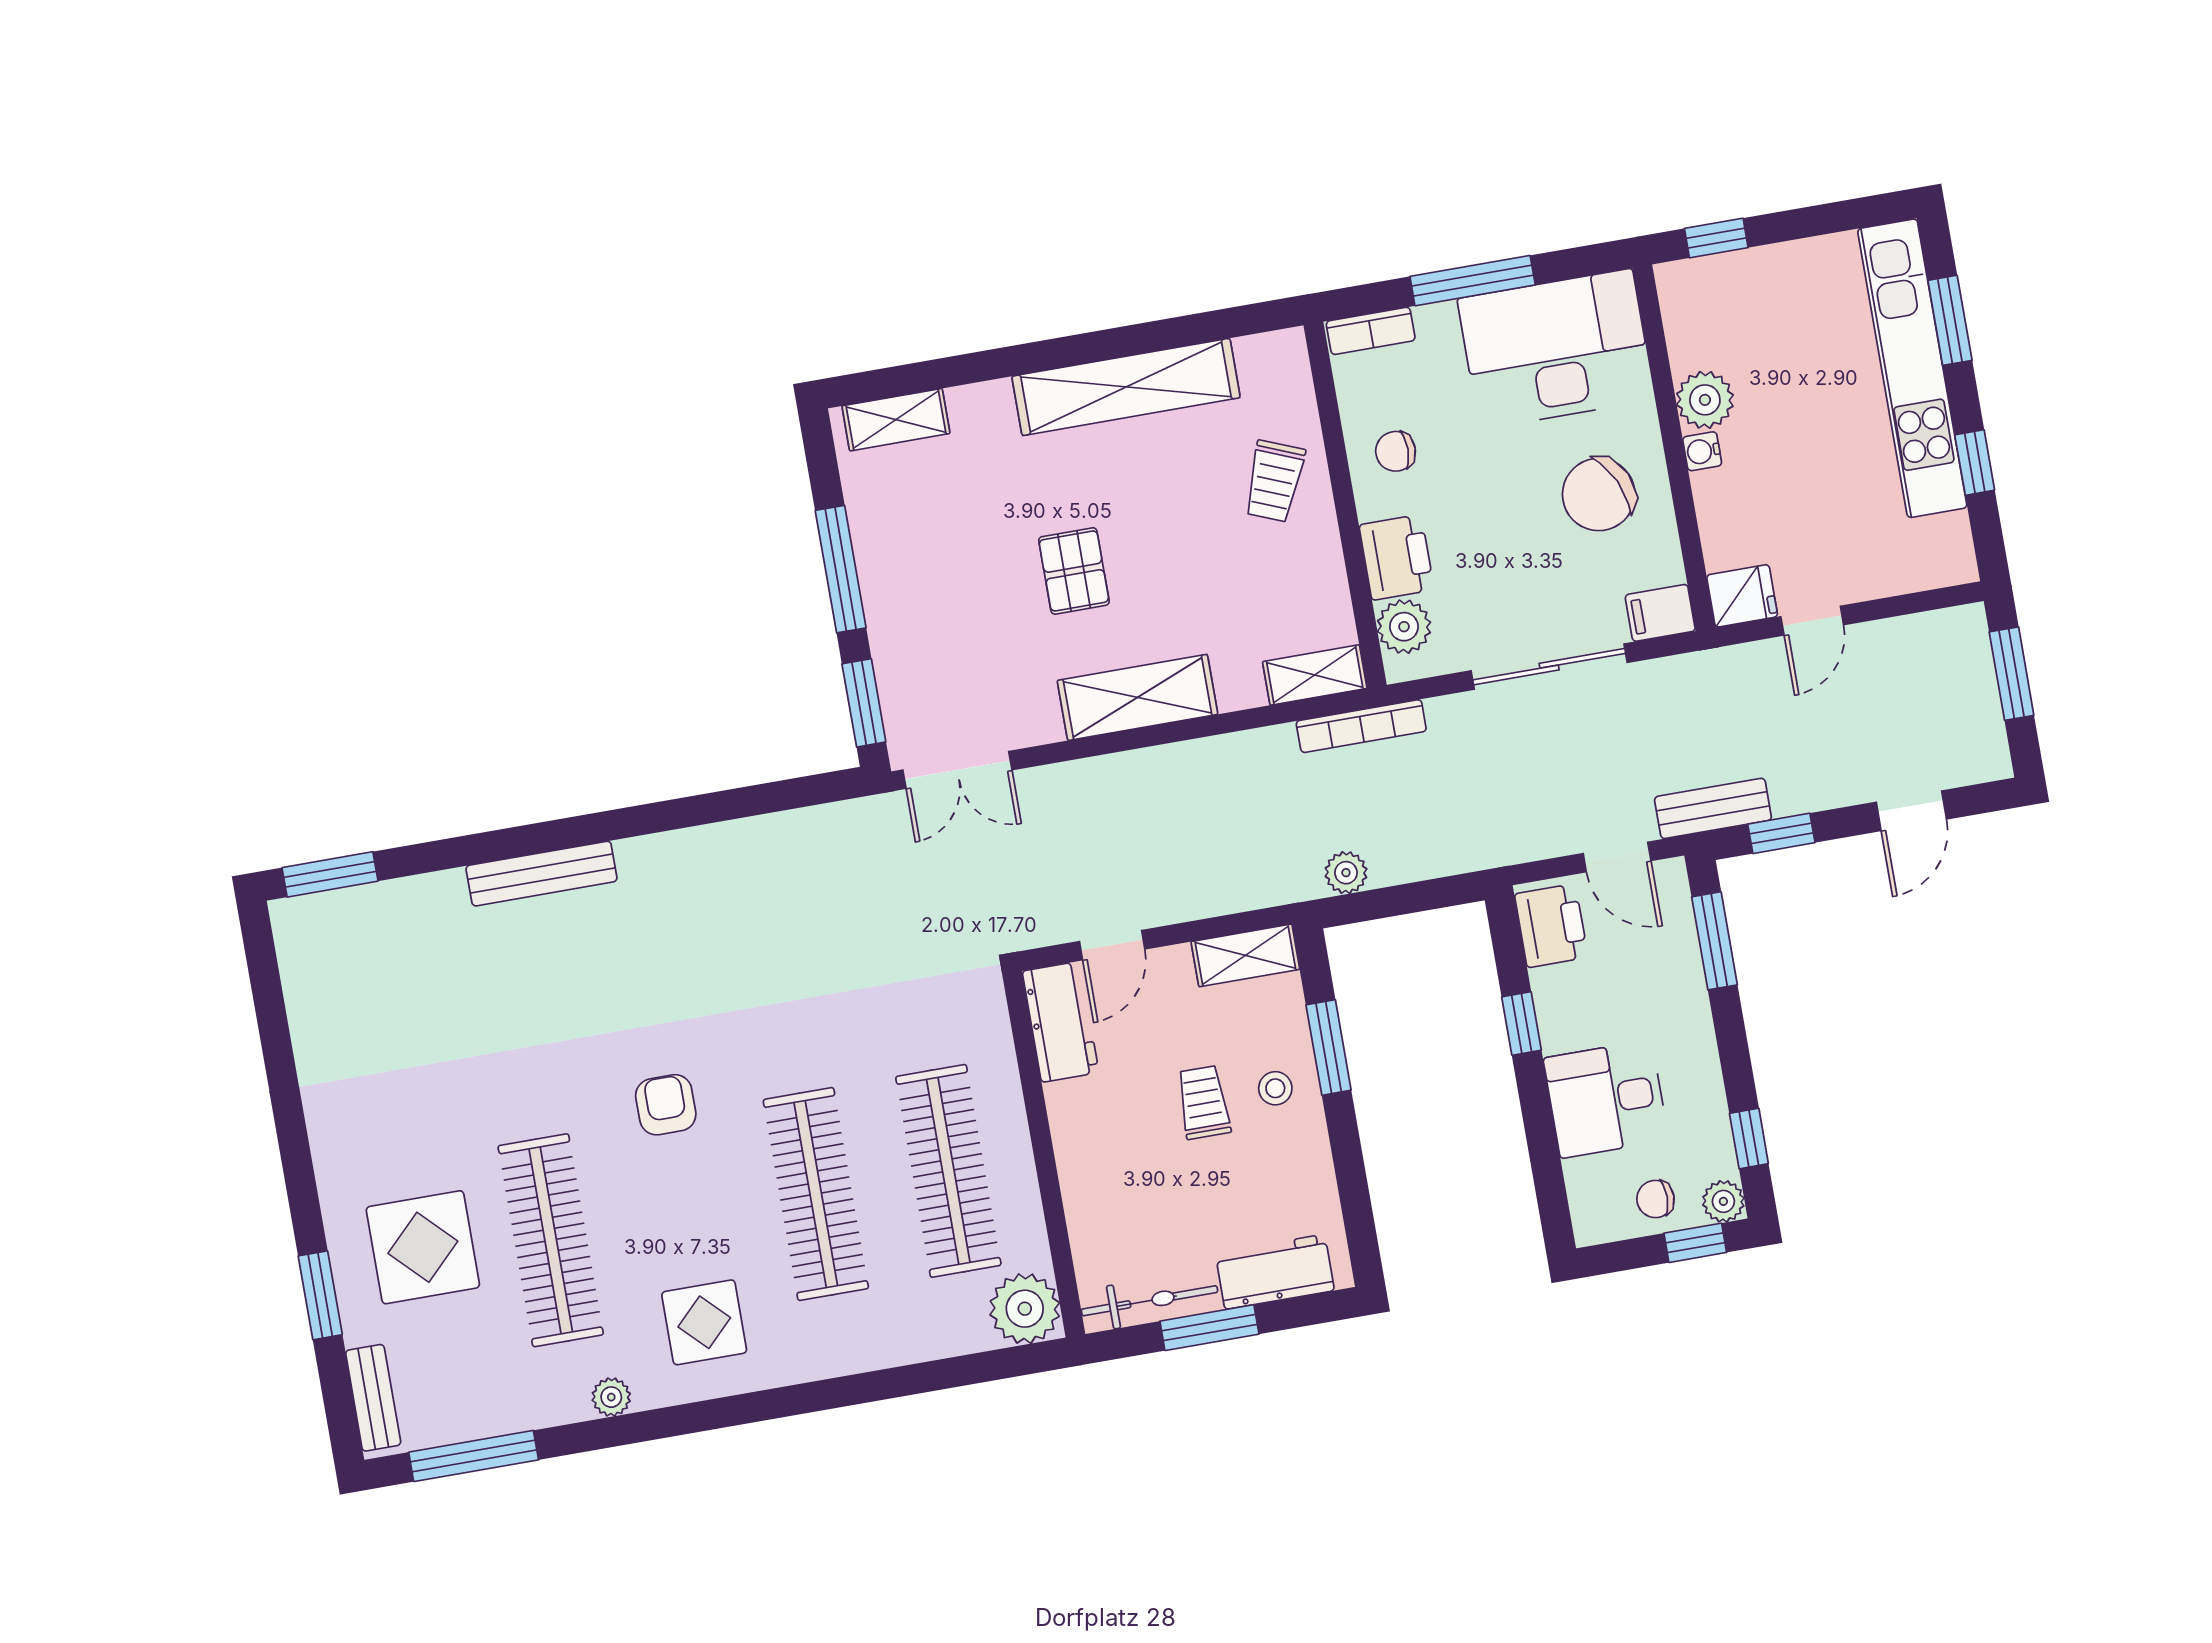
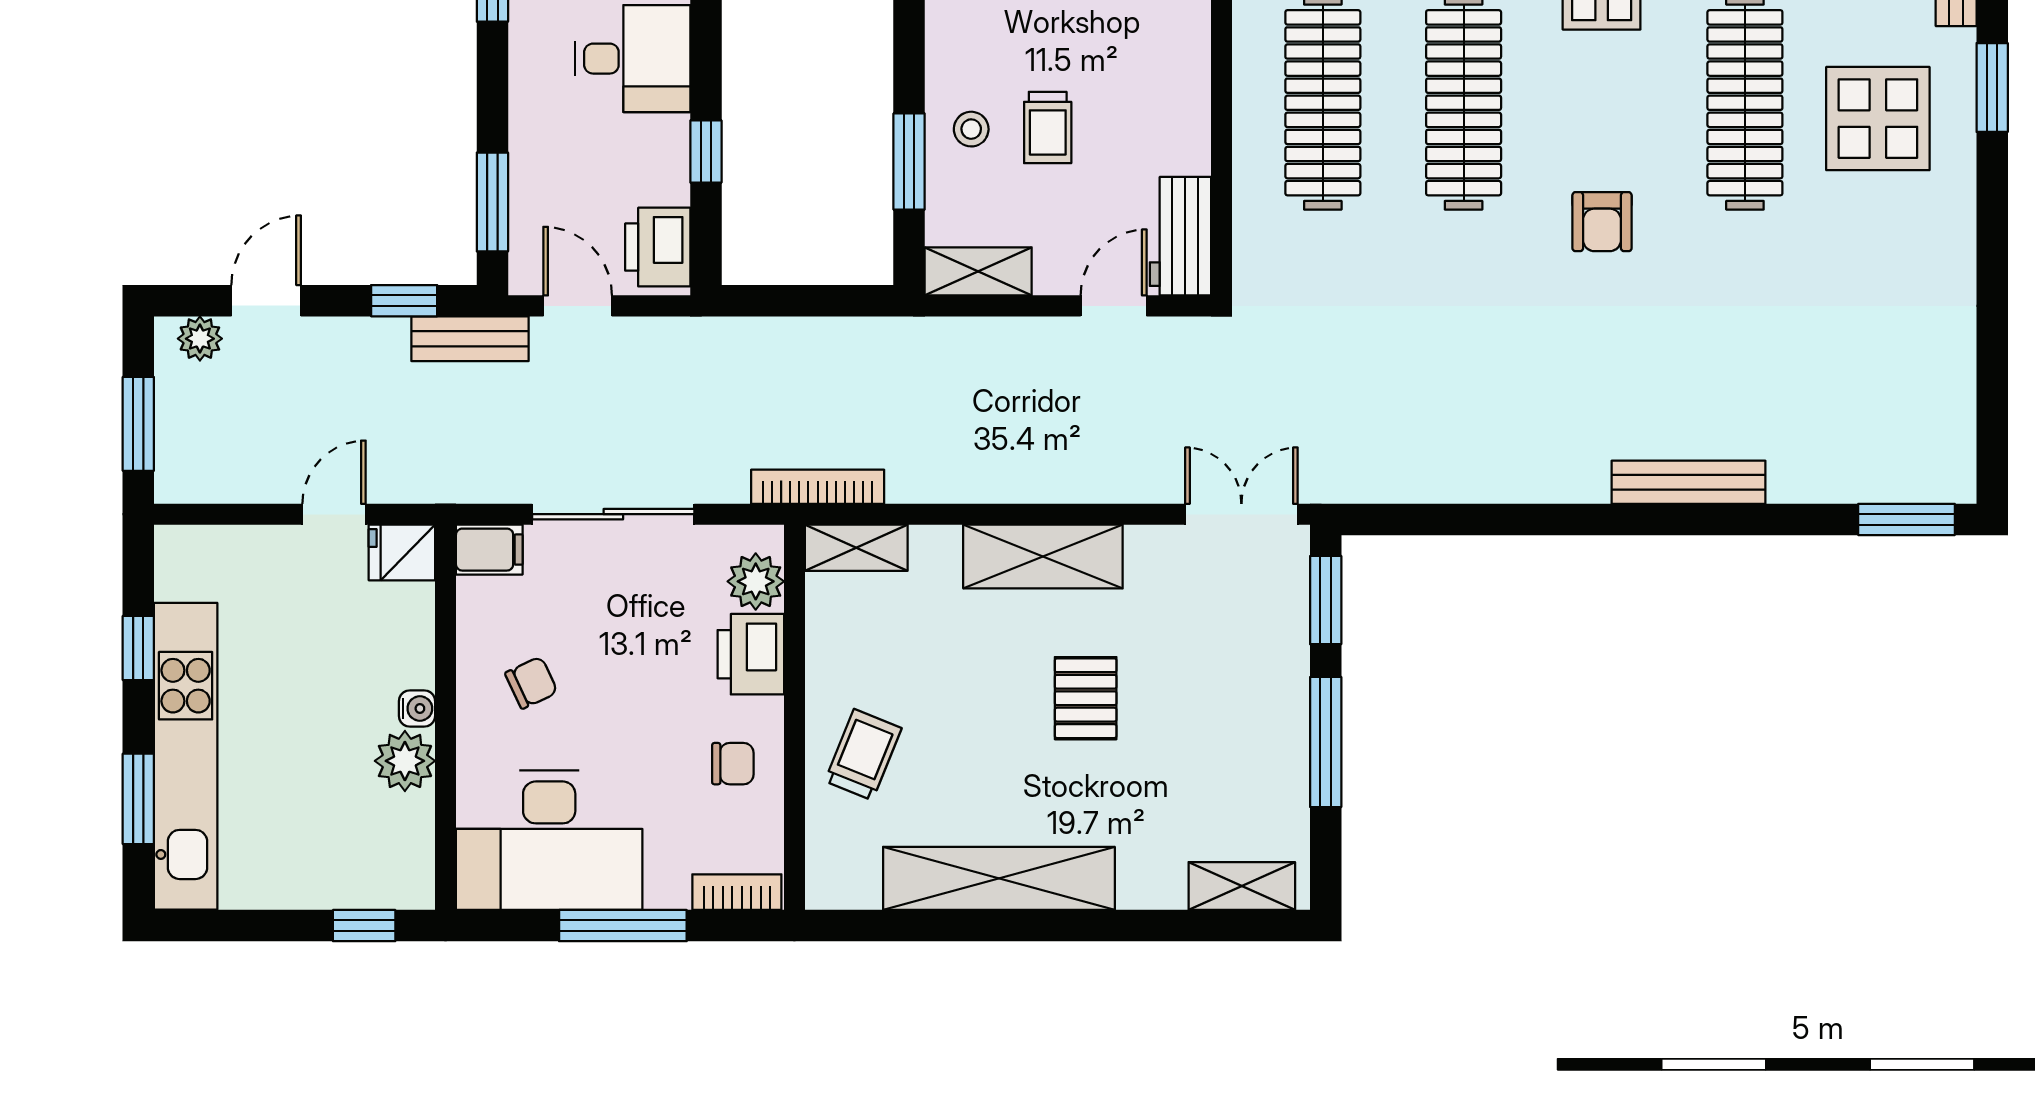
chair: (1599, 494) -> (531, 683), width x0.54, depth x0.54
plant: (1346, 873) -> (200, 339), moved

